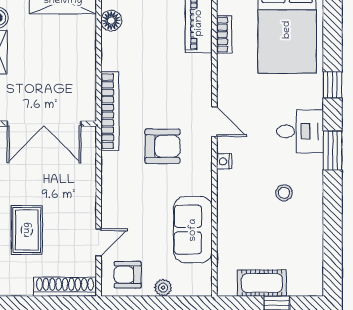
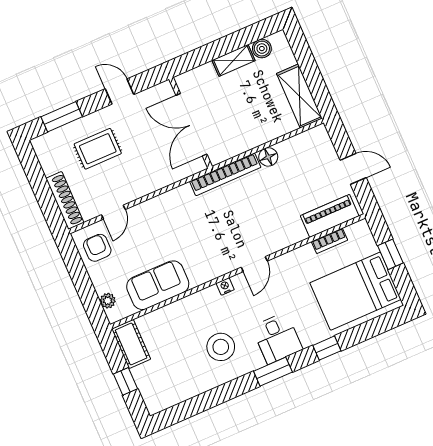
floor lamp: (111, 21) -> (268, 157), moved
armchair: (162, 146) -> (215, 230), removed
stool: (284, 193) -> (221, 347), width x1.89, depth x1.89
door: (99, 242) -> (113, 212), hinge flipped
cot: (262, 283) -> (131, 344), moved
plant: (163, 288) -> (108, 301), moved

